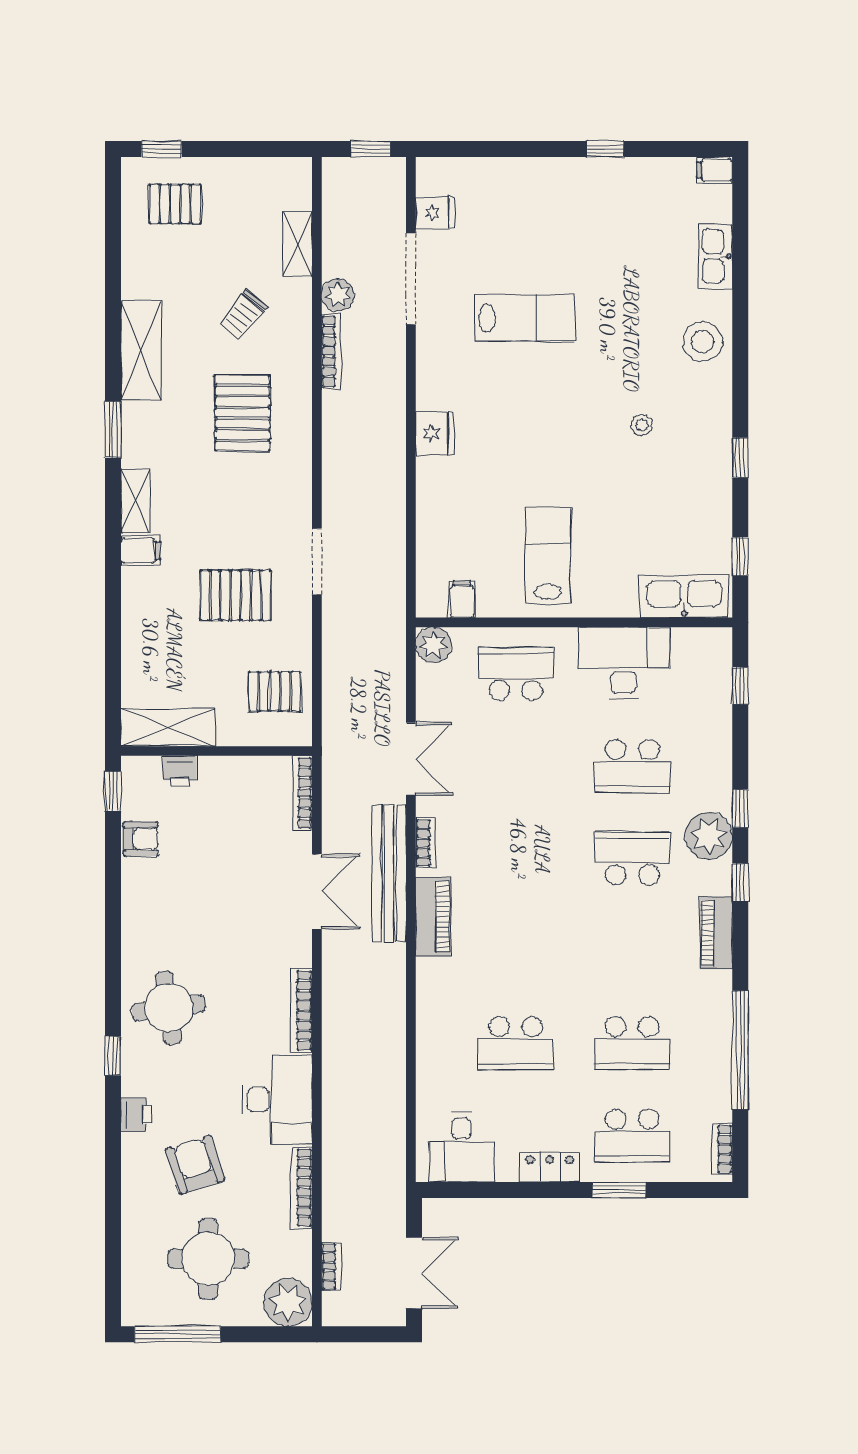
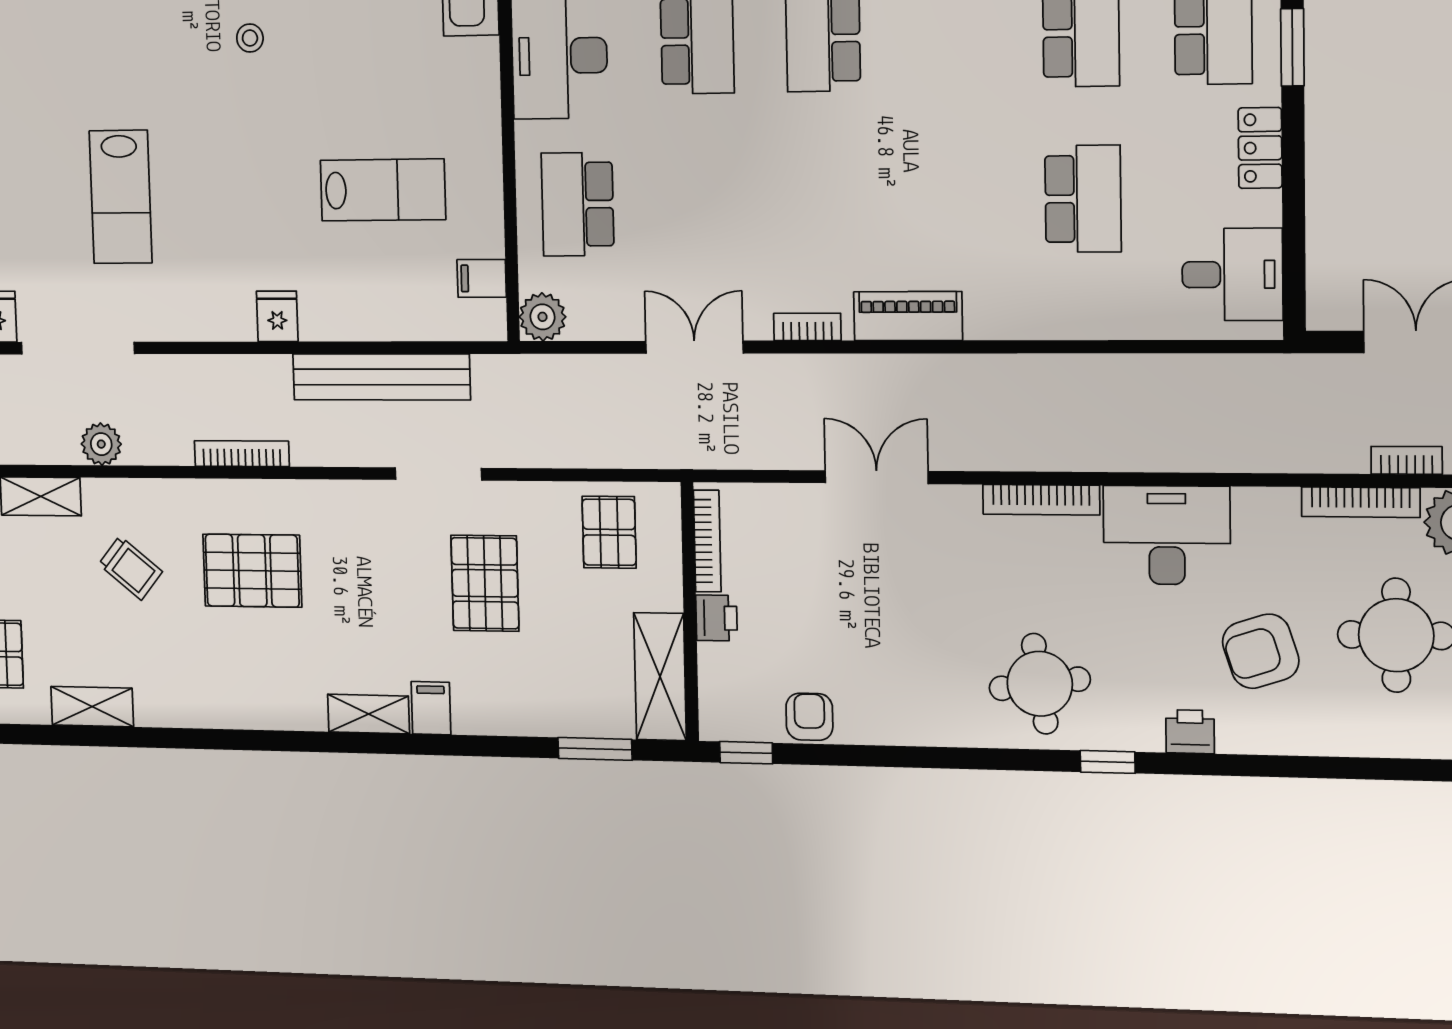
lab bench: (525, 318) -> (121, 197), turned 180
shelving: (141, 350) -> (92, 707), moved, width x0.67, depth x0.75
bookcase: (331, 351) -> (242, 454), moved
window: (113, 430) -> (595, 749), moved
fridge: (434, 433) -> (277, 316), width x0.72
lab bench: (548, 555) -> (383, 190), moved, turned 180
printer: (180, 771) -> (716, 618), moved
bookcase: (303, 793) -> (707, 541), moved, turned -90
bench: (389, 873) -> (381, 377), moved
bookcase: (302, 1188) -> (1361, 502), moved

